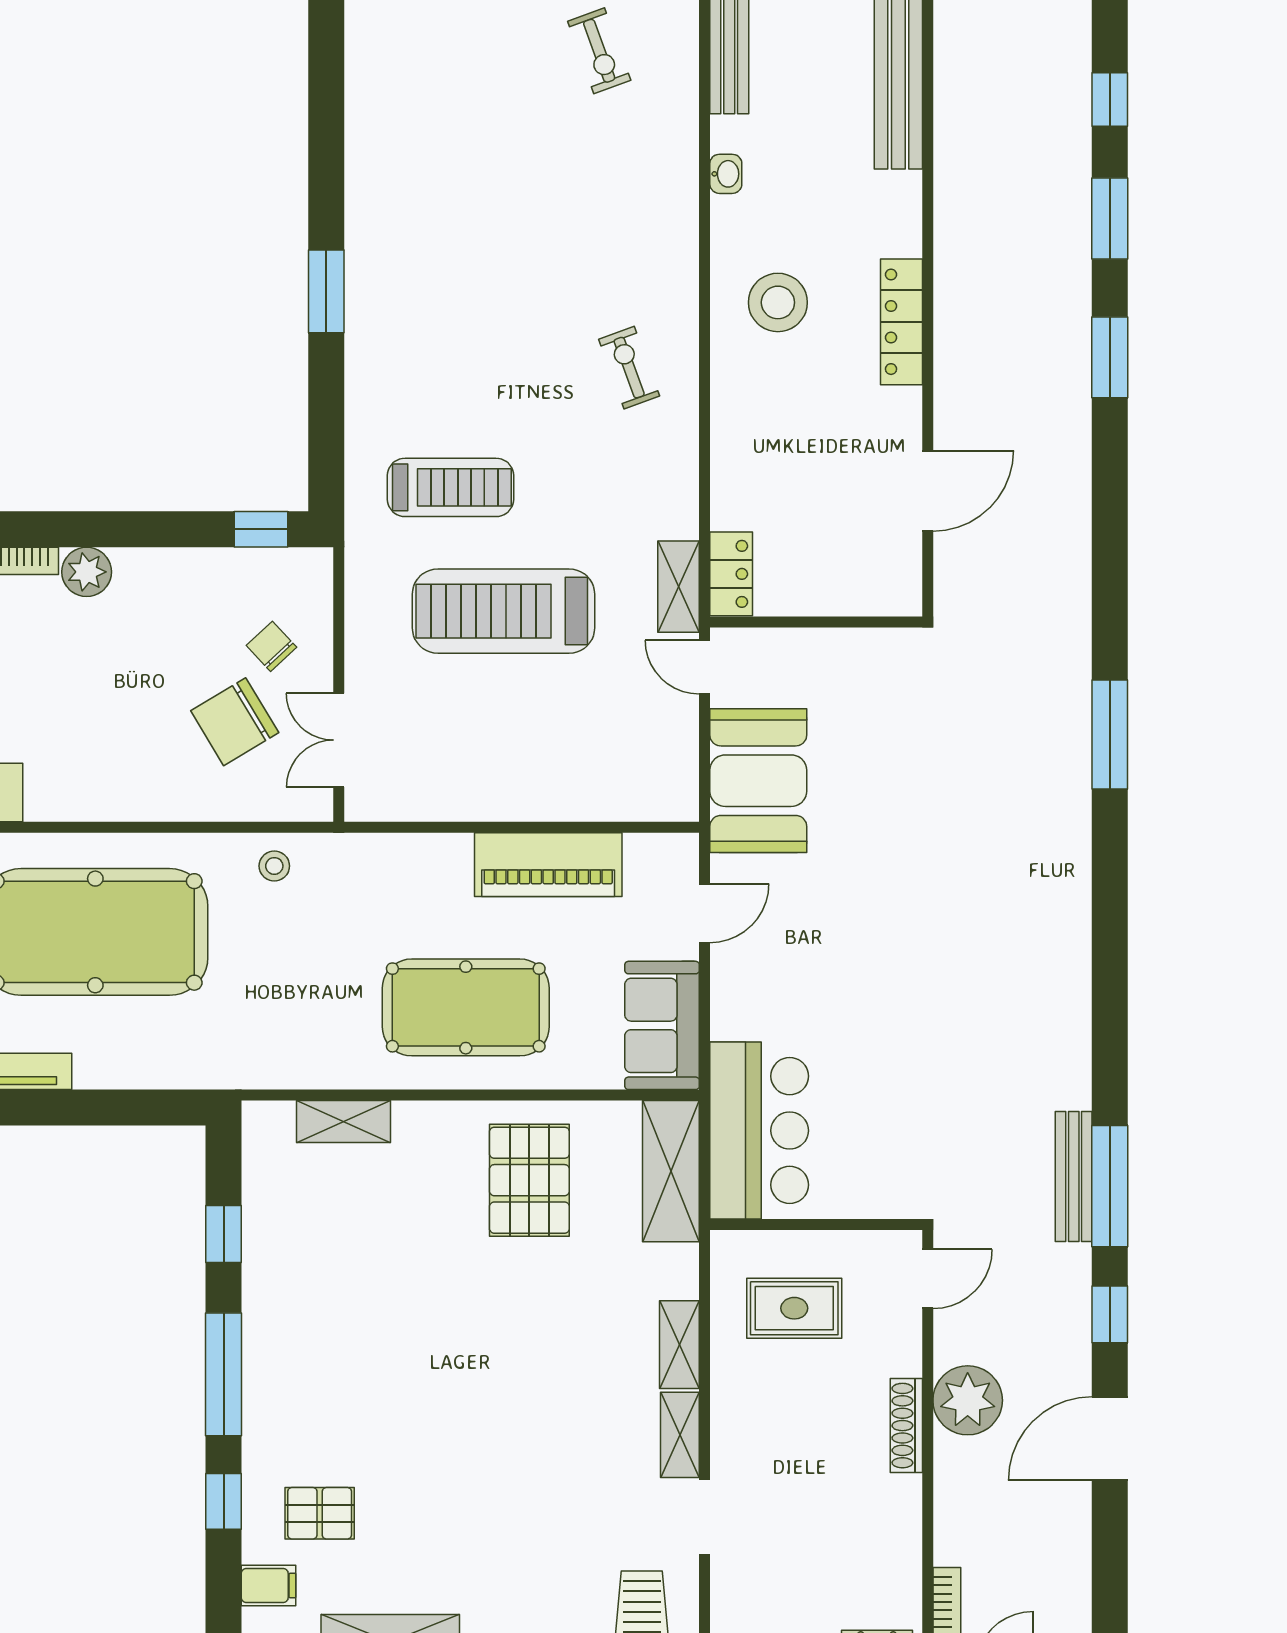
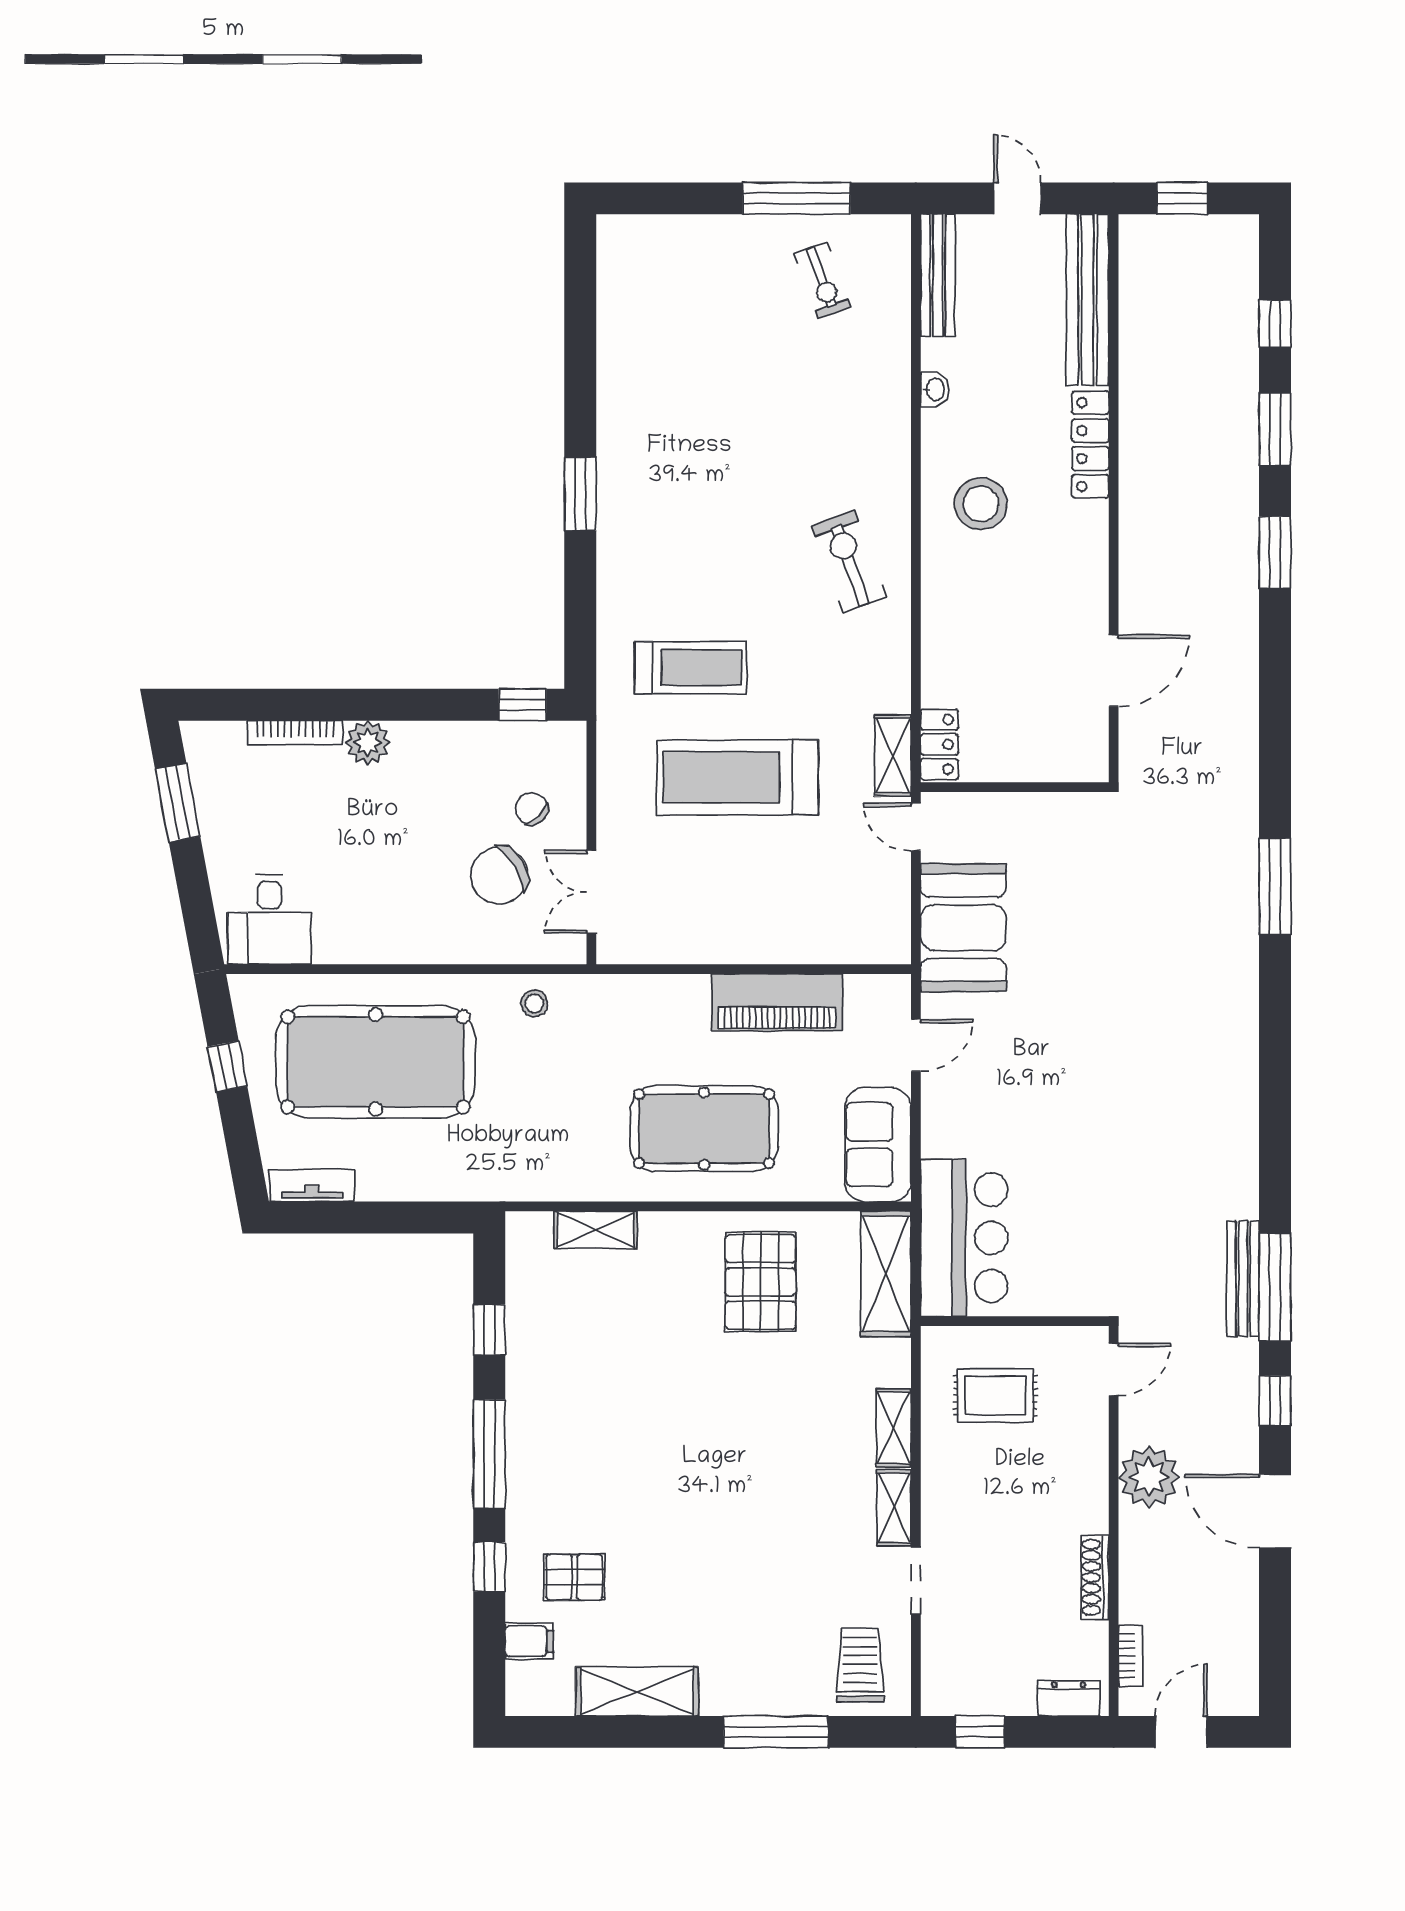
locker: (901, 322) -> (1090, 444), moved
exercise bike: (629, 368) -> (849, 561), width x1.38, depth x1.39
shoe rack: (906, 1426) -> (1095, 1577), moved
door: (1110, 1439) -> (1275, 1511), hinge flipped

